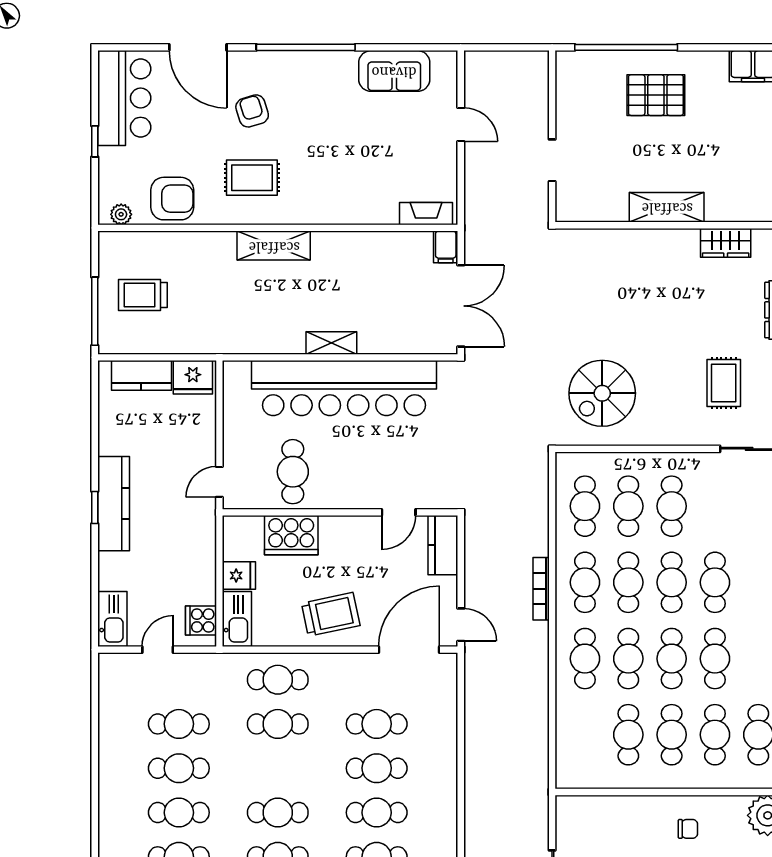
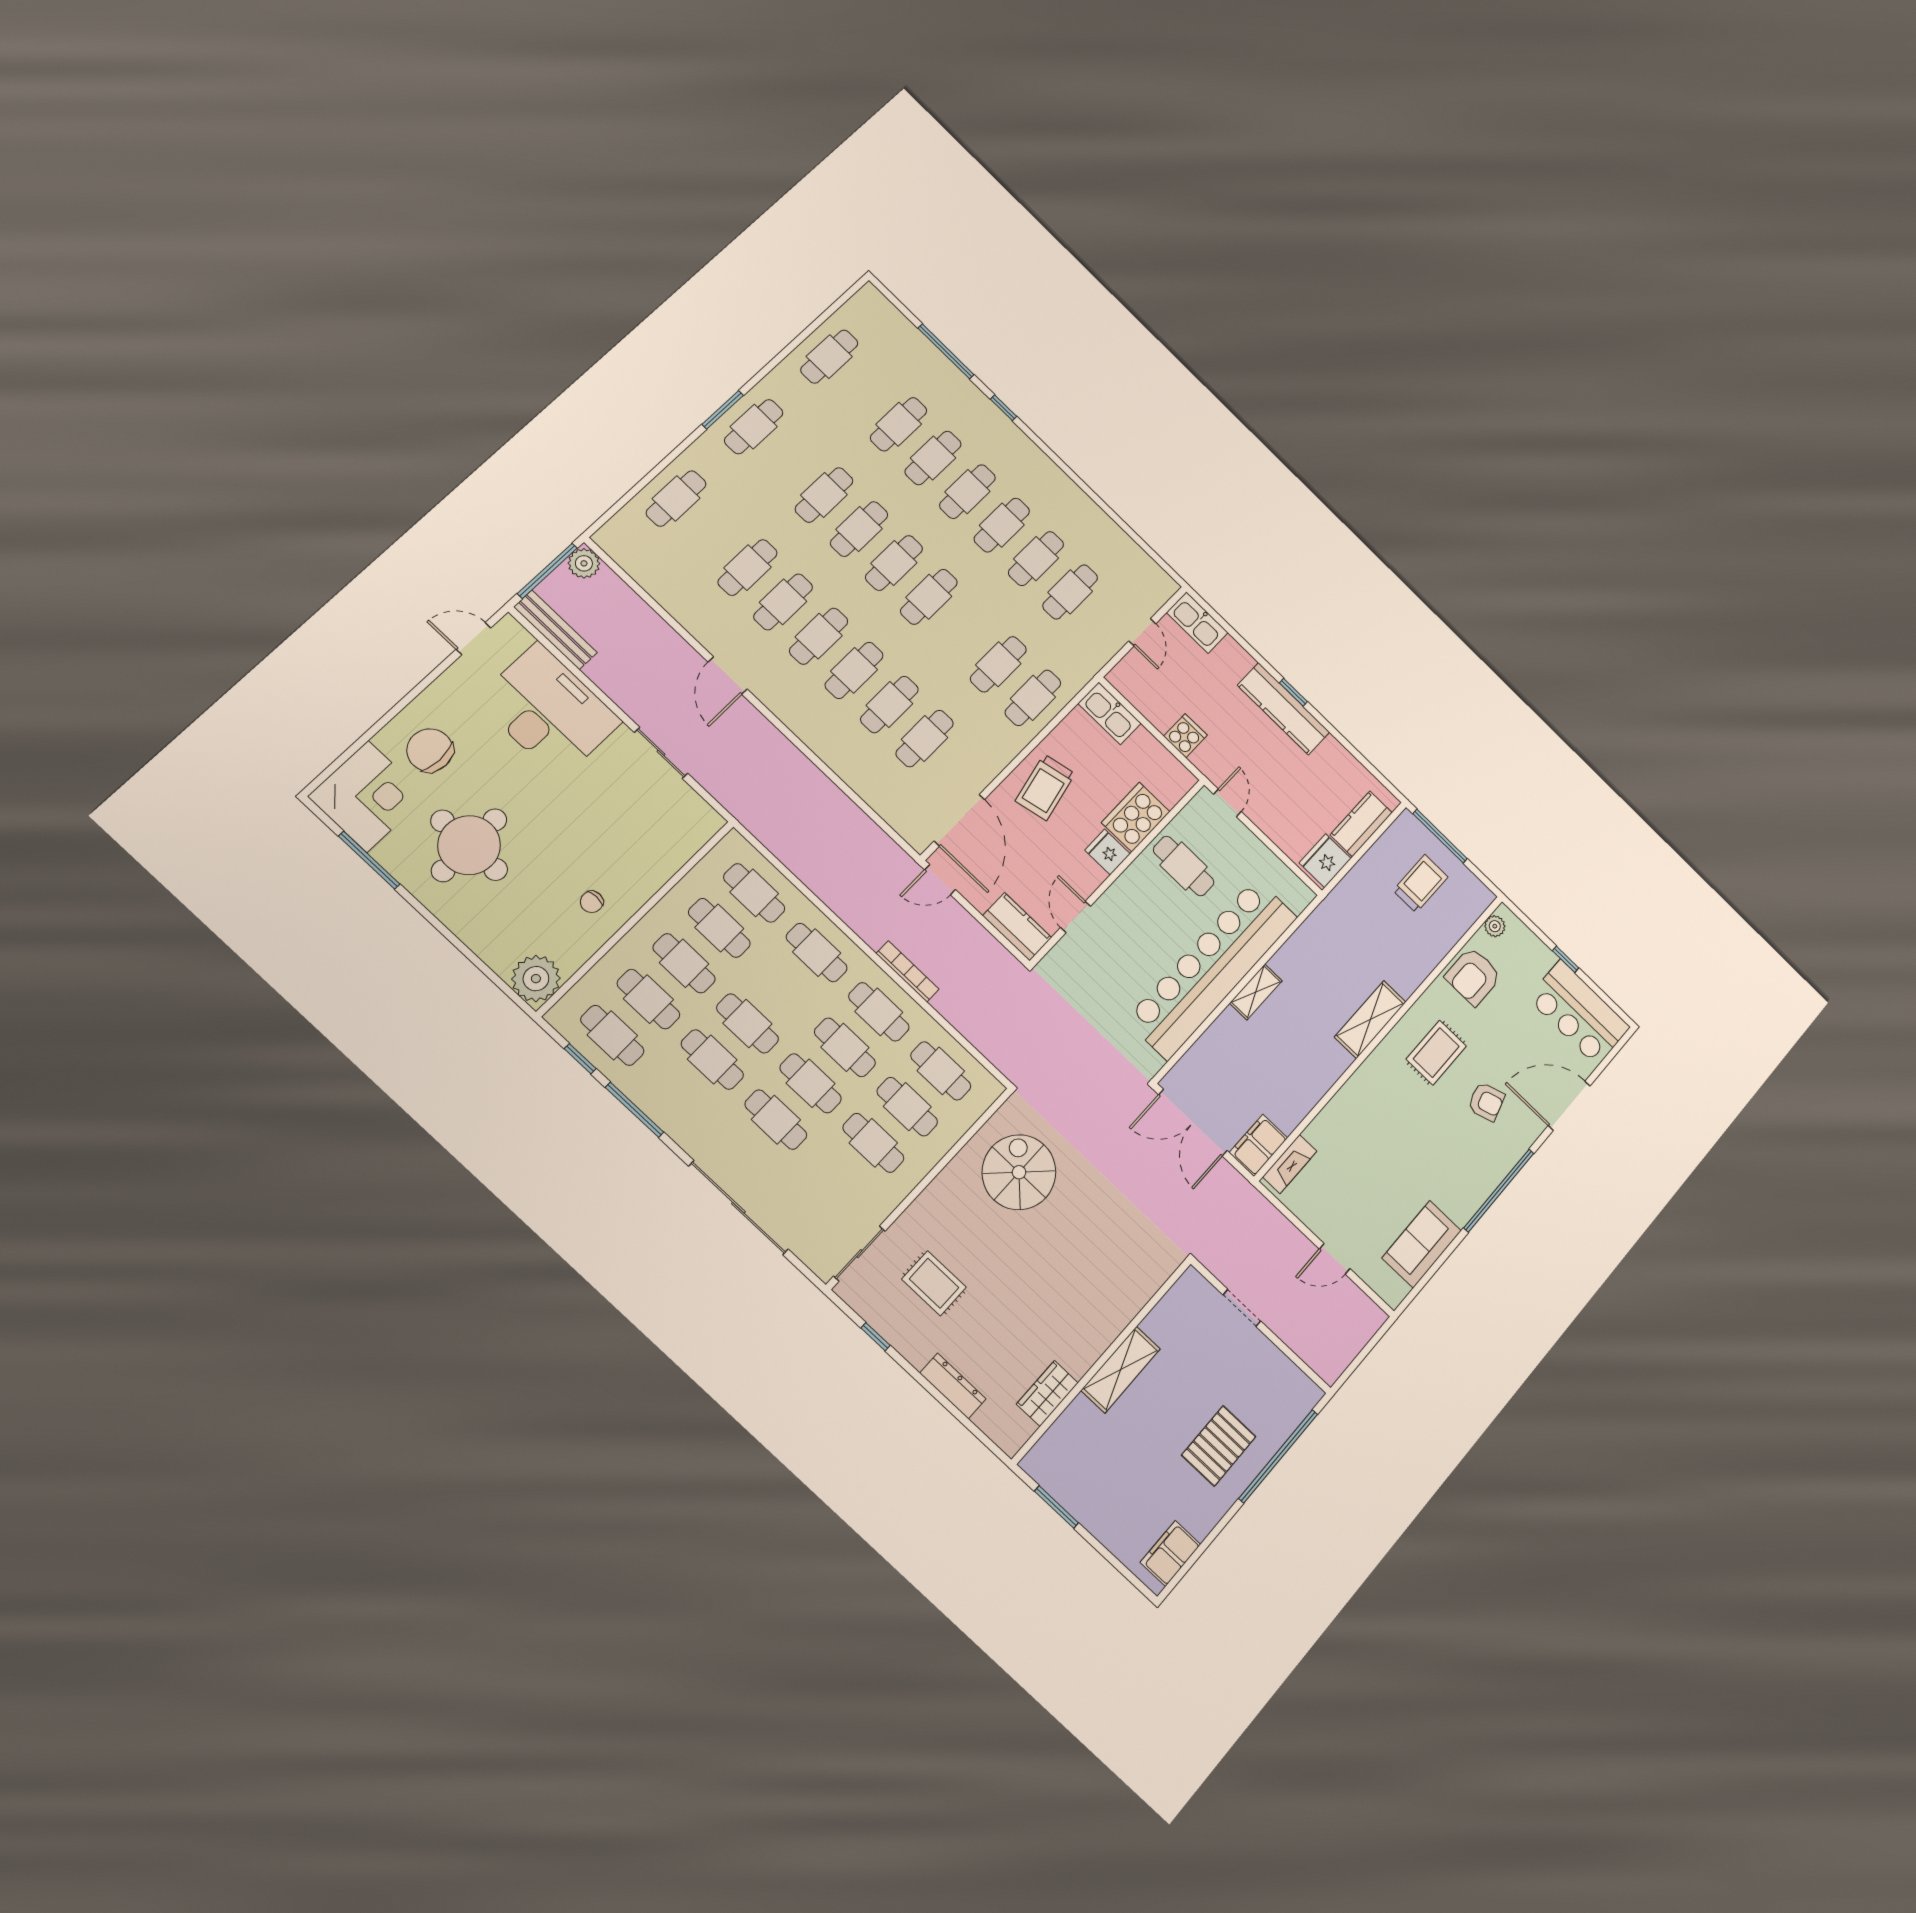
filing cabinet: (446, 247) -> (1258, 1145), width x2.00
fridge: (239, 576) -> (1108, 852), moved, turned 90
cooker: (201, 621) -> (1185, 736), moved
cafe table: (628, 659) -> (754, 893), moved

